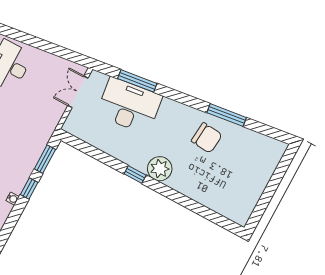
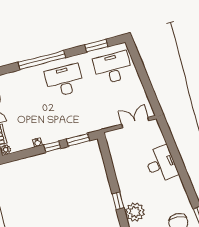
window: (137, 81) -> (174, 151), removed
desk: (129, 106) -> (161, 164), width x0.73, depth x0.77

